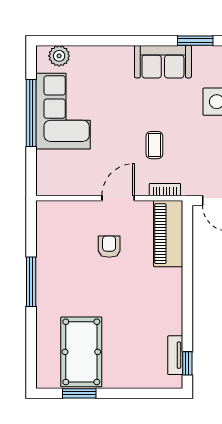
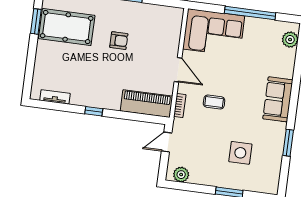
sofa: (163, 62) -> (278, 99), moved
corner sofa: (63, 111) -> (214, 32), moved
armchair: (109, 247) -> (119, 41), moved
window: (187, 363) -> (94, 111), moved

